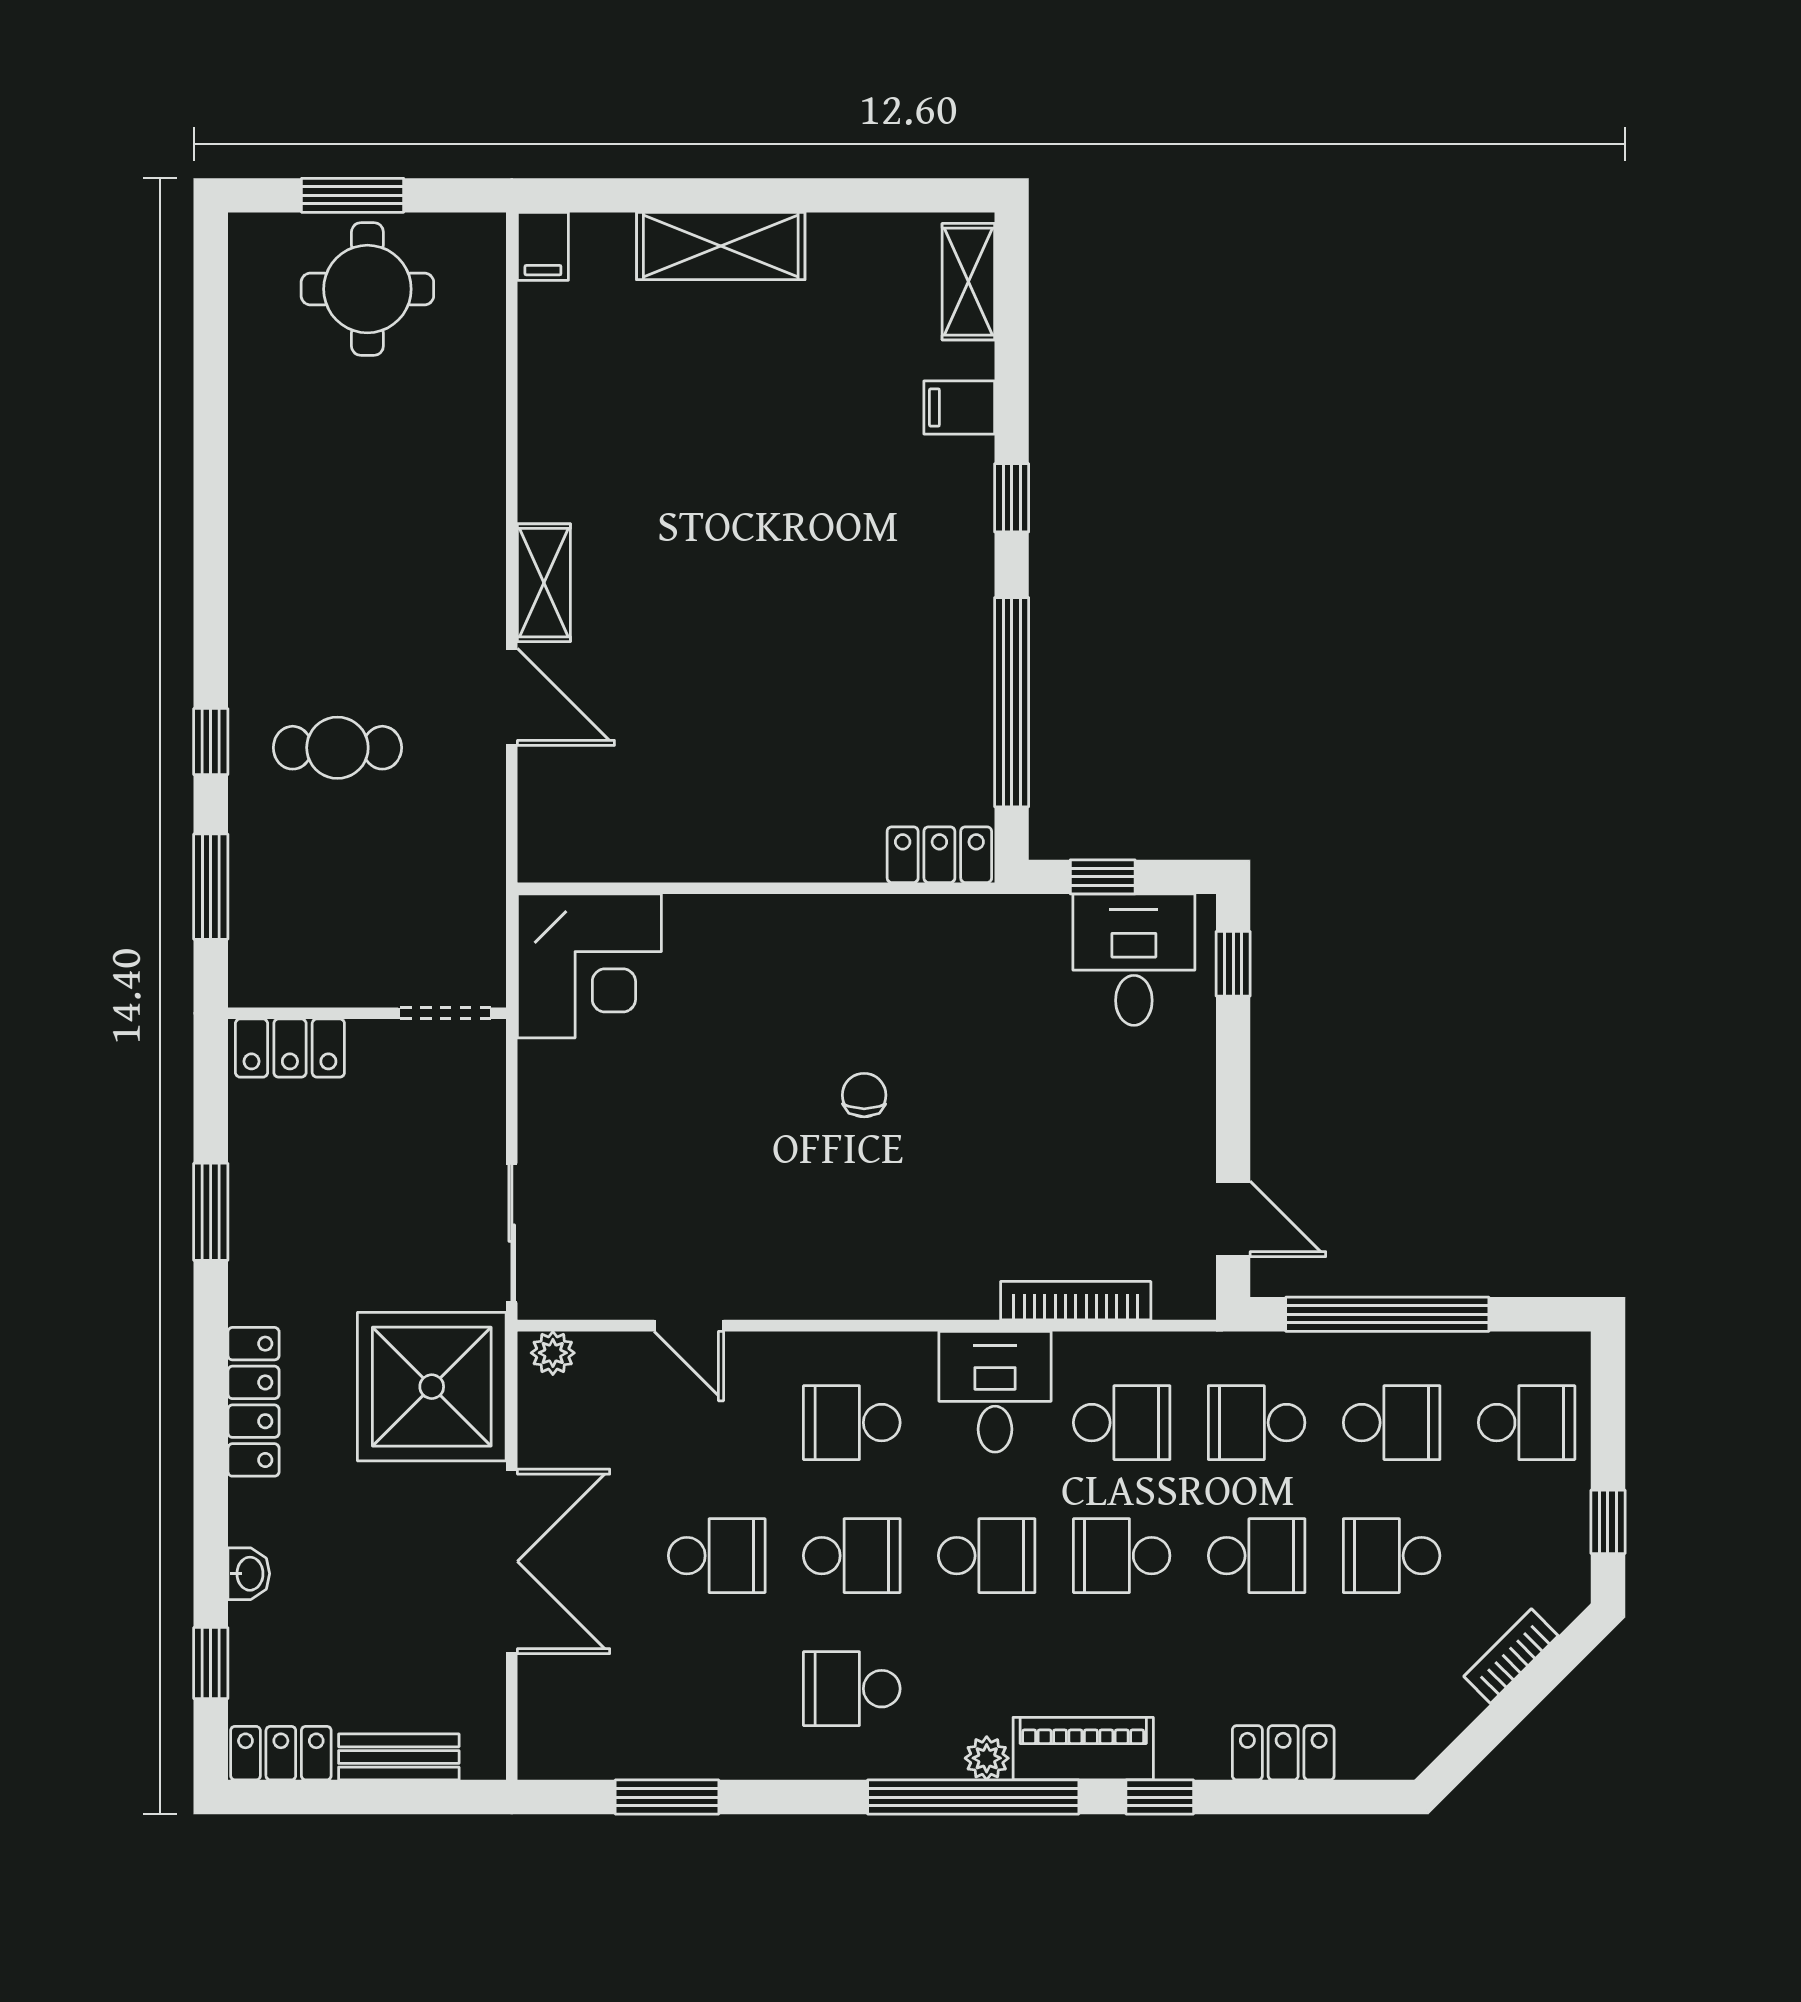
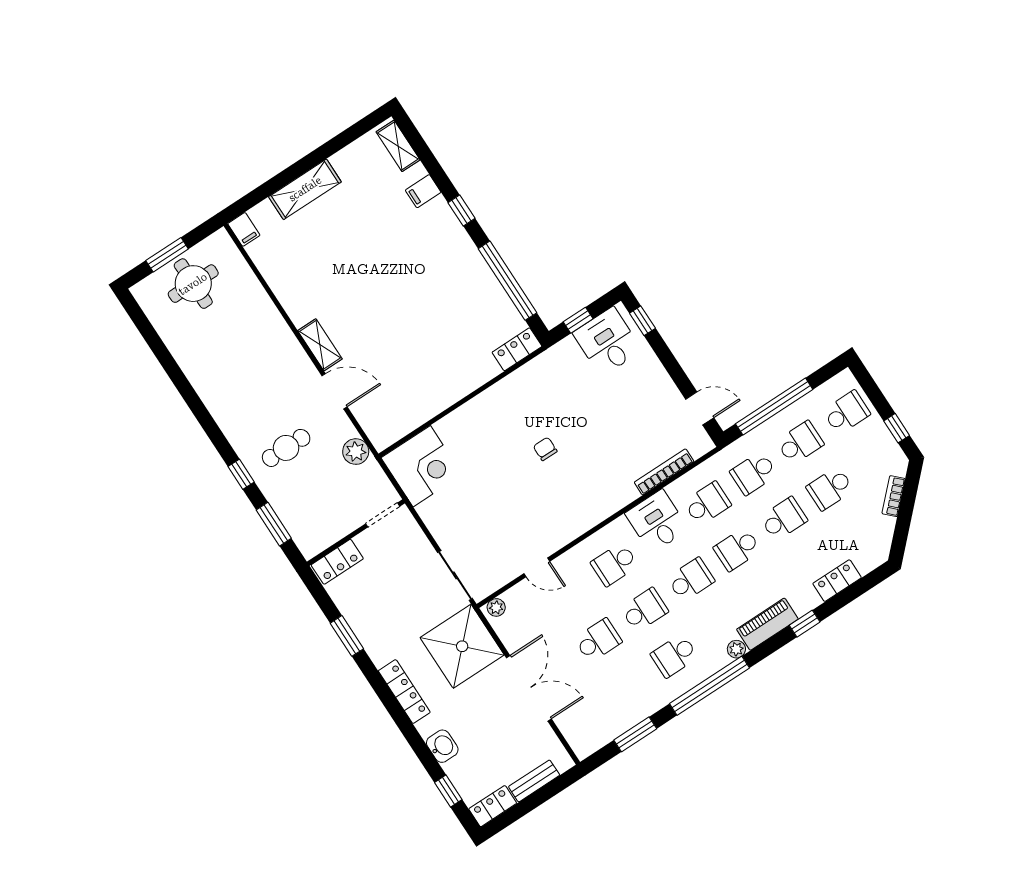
plant: (475, 848) -> (356, 452), added
washbasin: (249, 1574) -> (442, 746), width x1.38, depth x1.45
window: (973, 1797) -> (709, 686), moved

